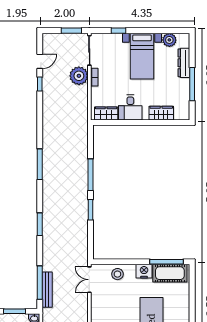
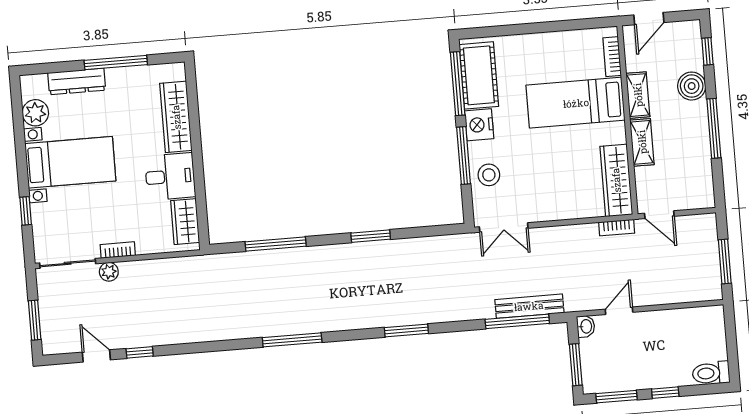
window: (71, 31) -> (35, 320), moved
plant: (79, 76) -> (109, 272), width x0.53, depth x0.53
wardrobe: (161, 113) -> (176, 117), width x1.50
window: (91, 175) -> (276, 244), moved
window: (129, 262) -> (464, 156), added

